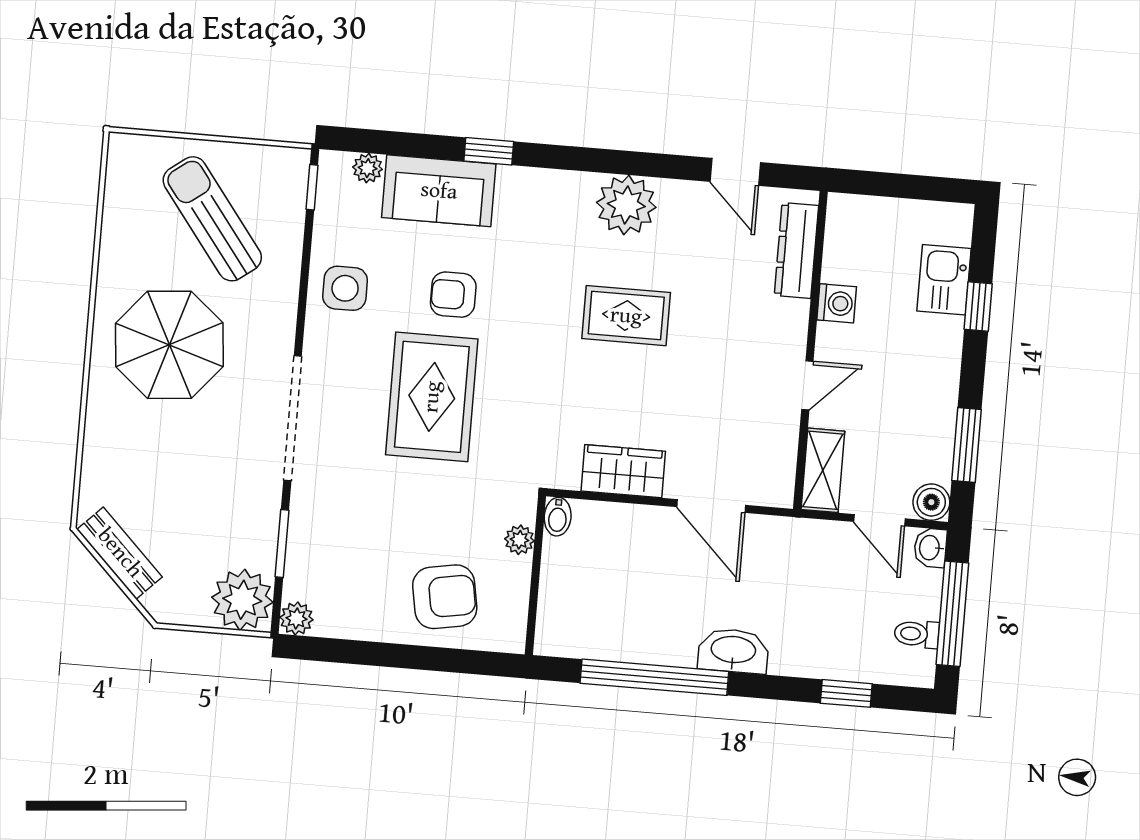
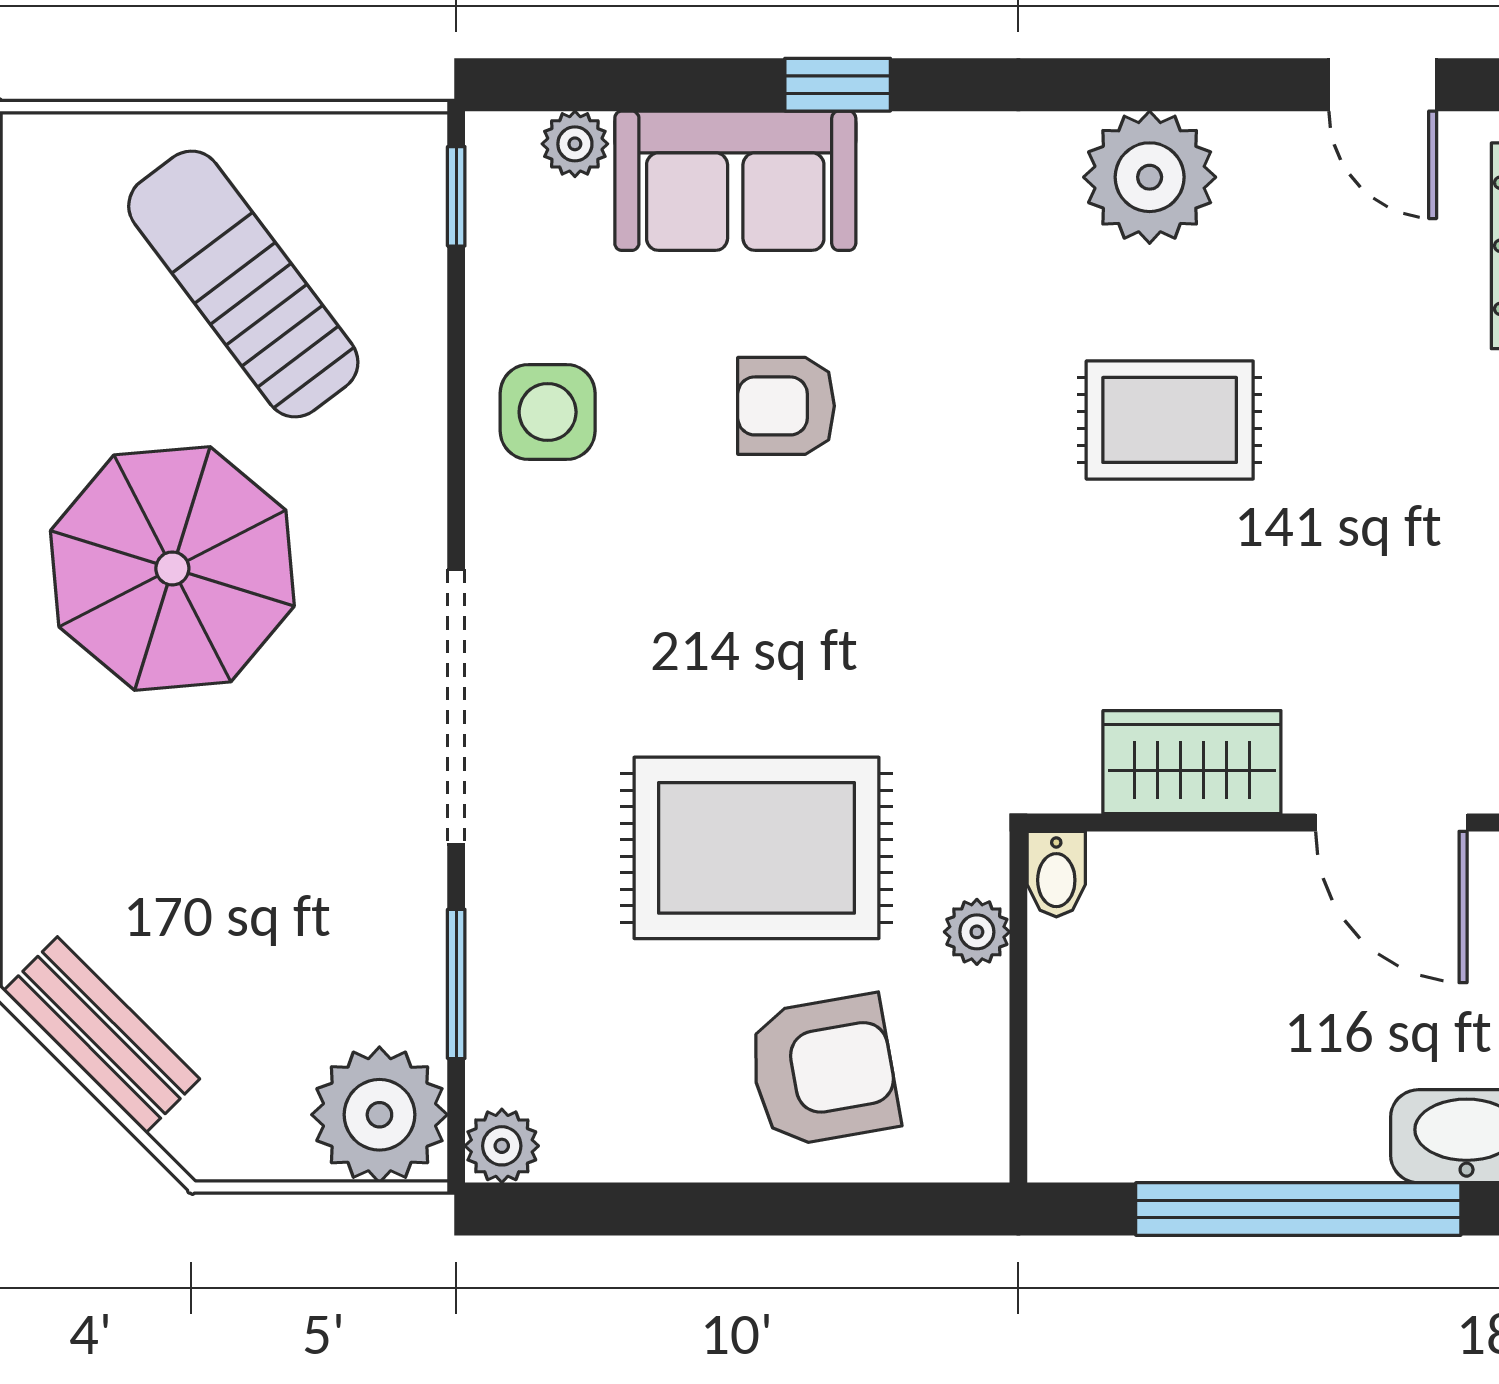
rug: (432, 397) -> (757, 848), moved, turned 90

